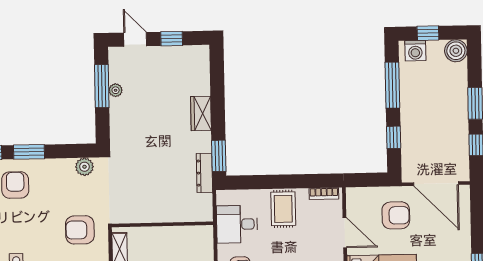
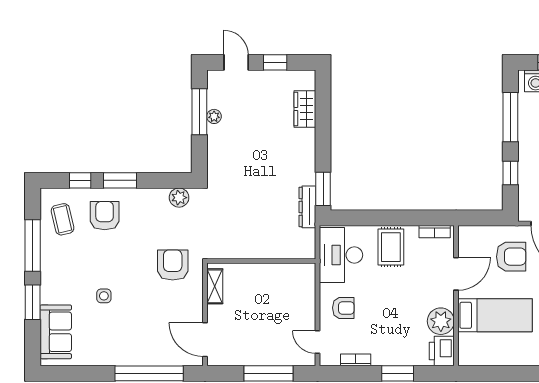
wardrobe: (201, 113) -> (305, 109), moved
desk: (237, 224) -> (341, 255), width x1.37
armchair: (80, 230) -> (173, 265), turned 90
door: (345, 233) -> (456, 274), hinge flipped

